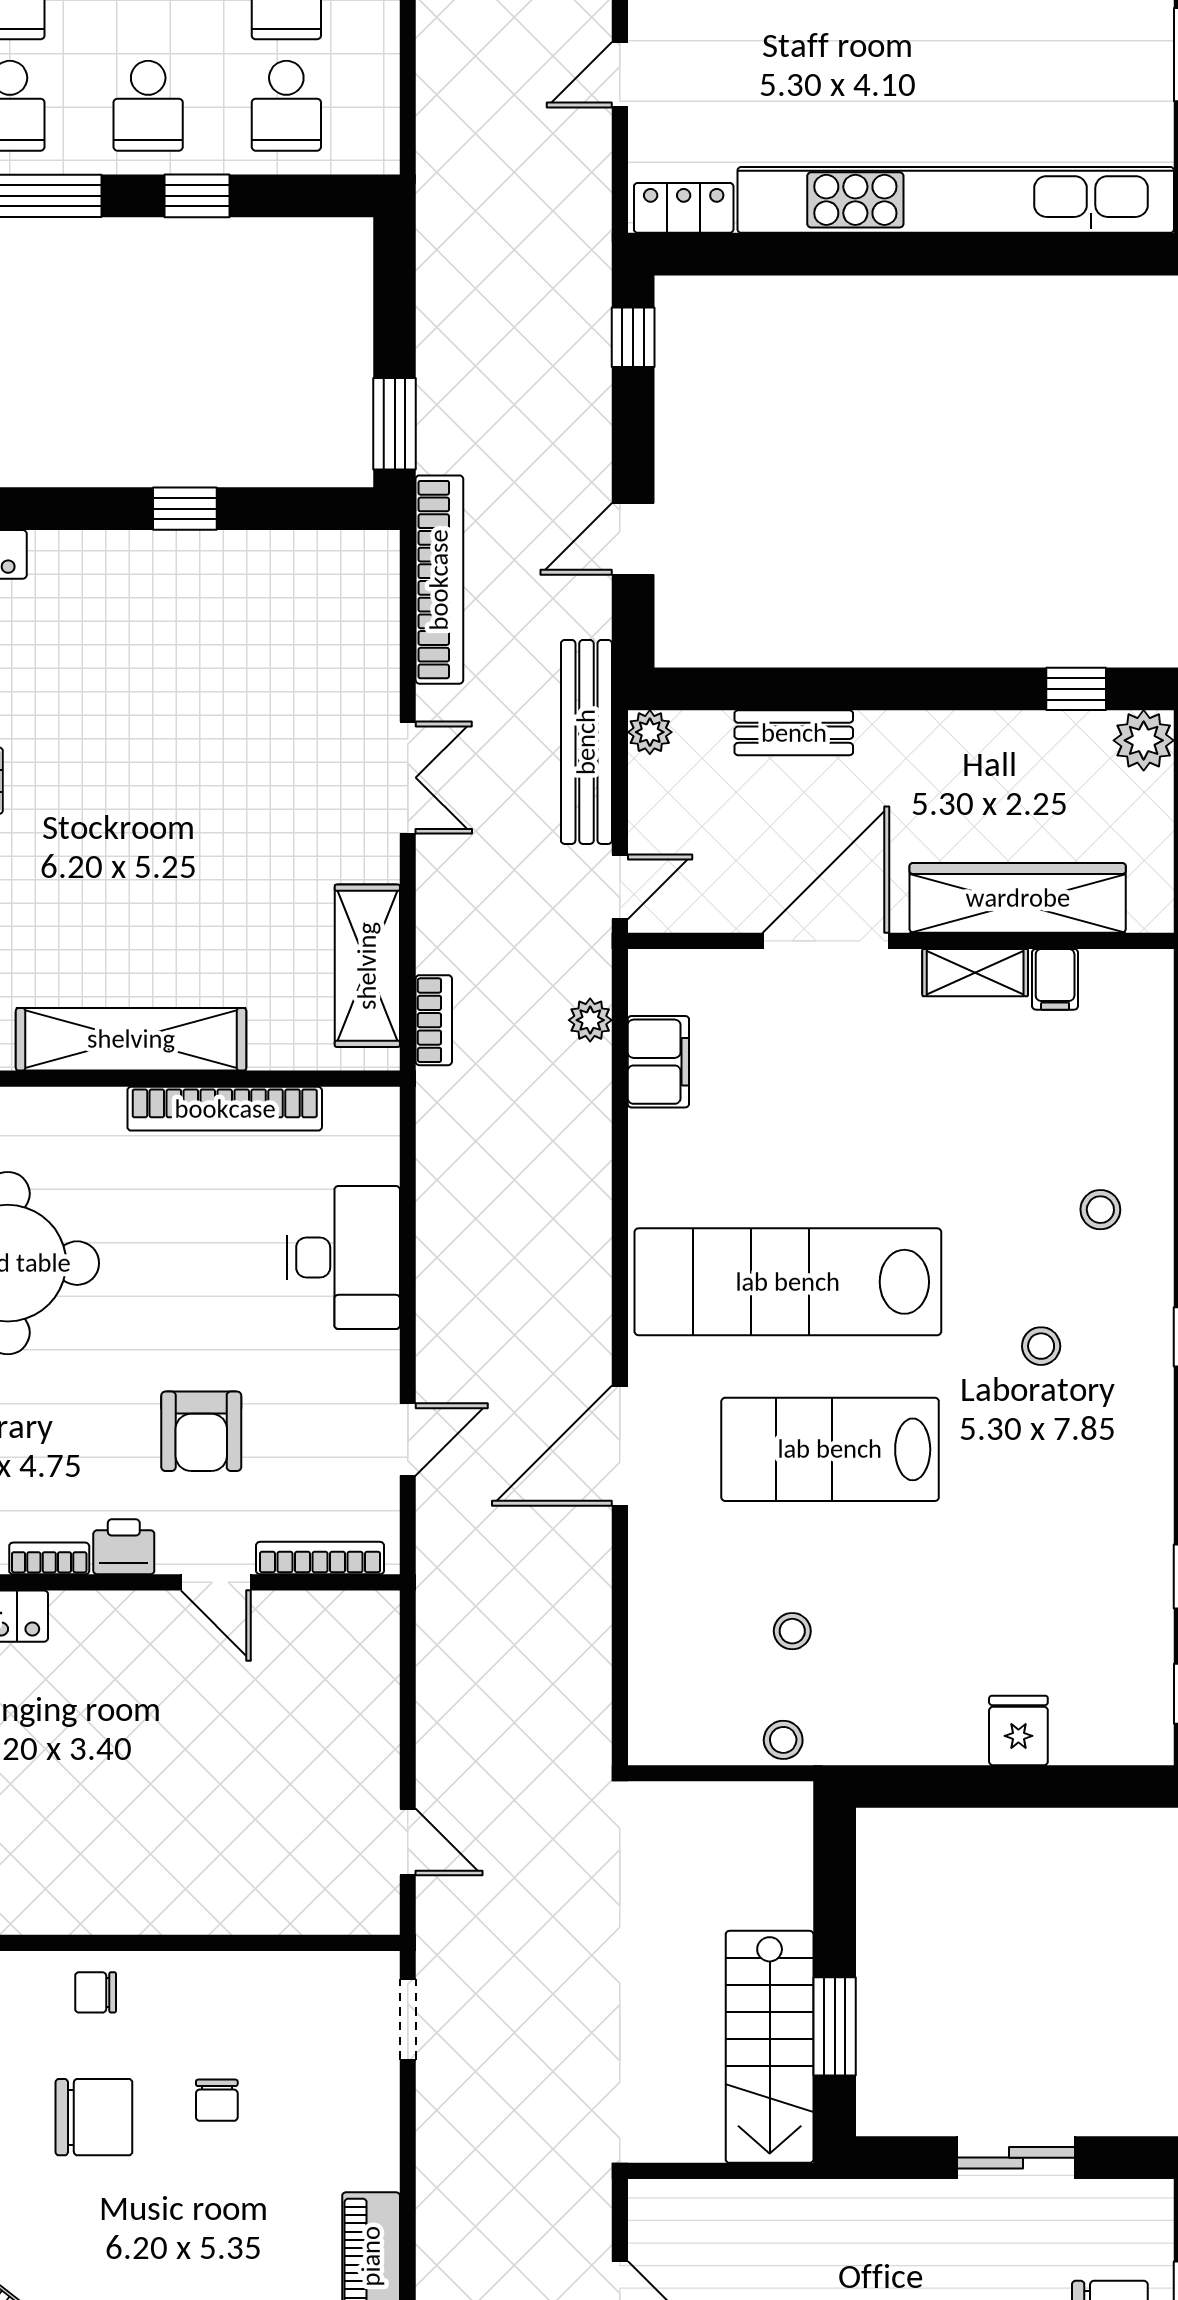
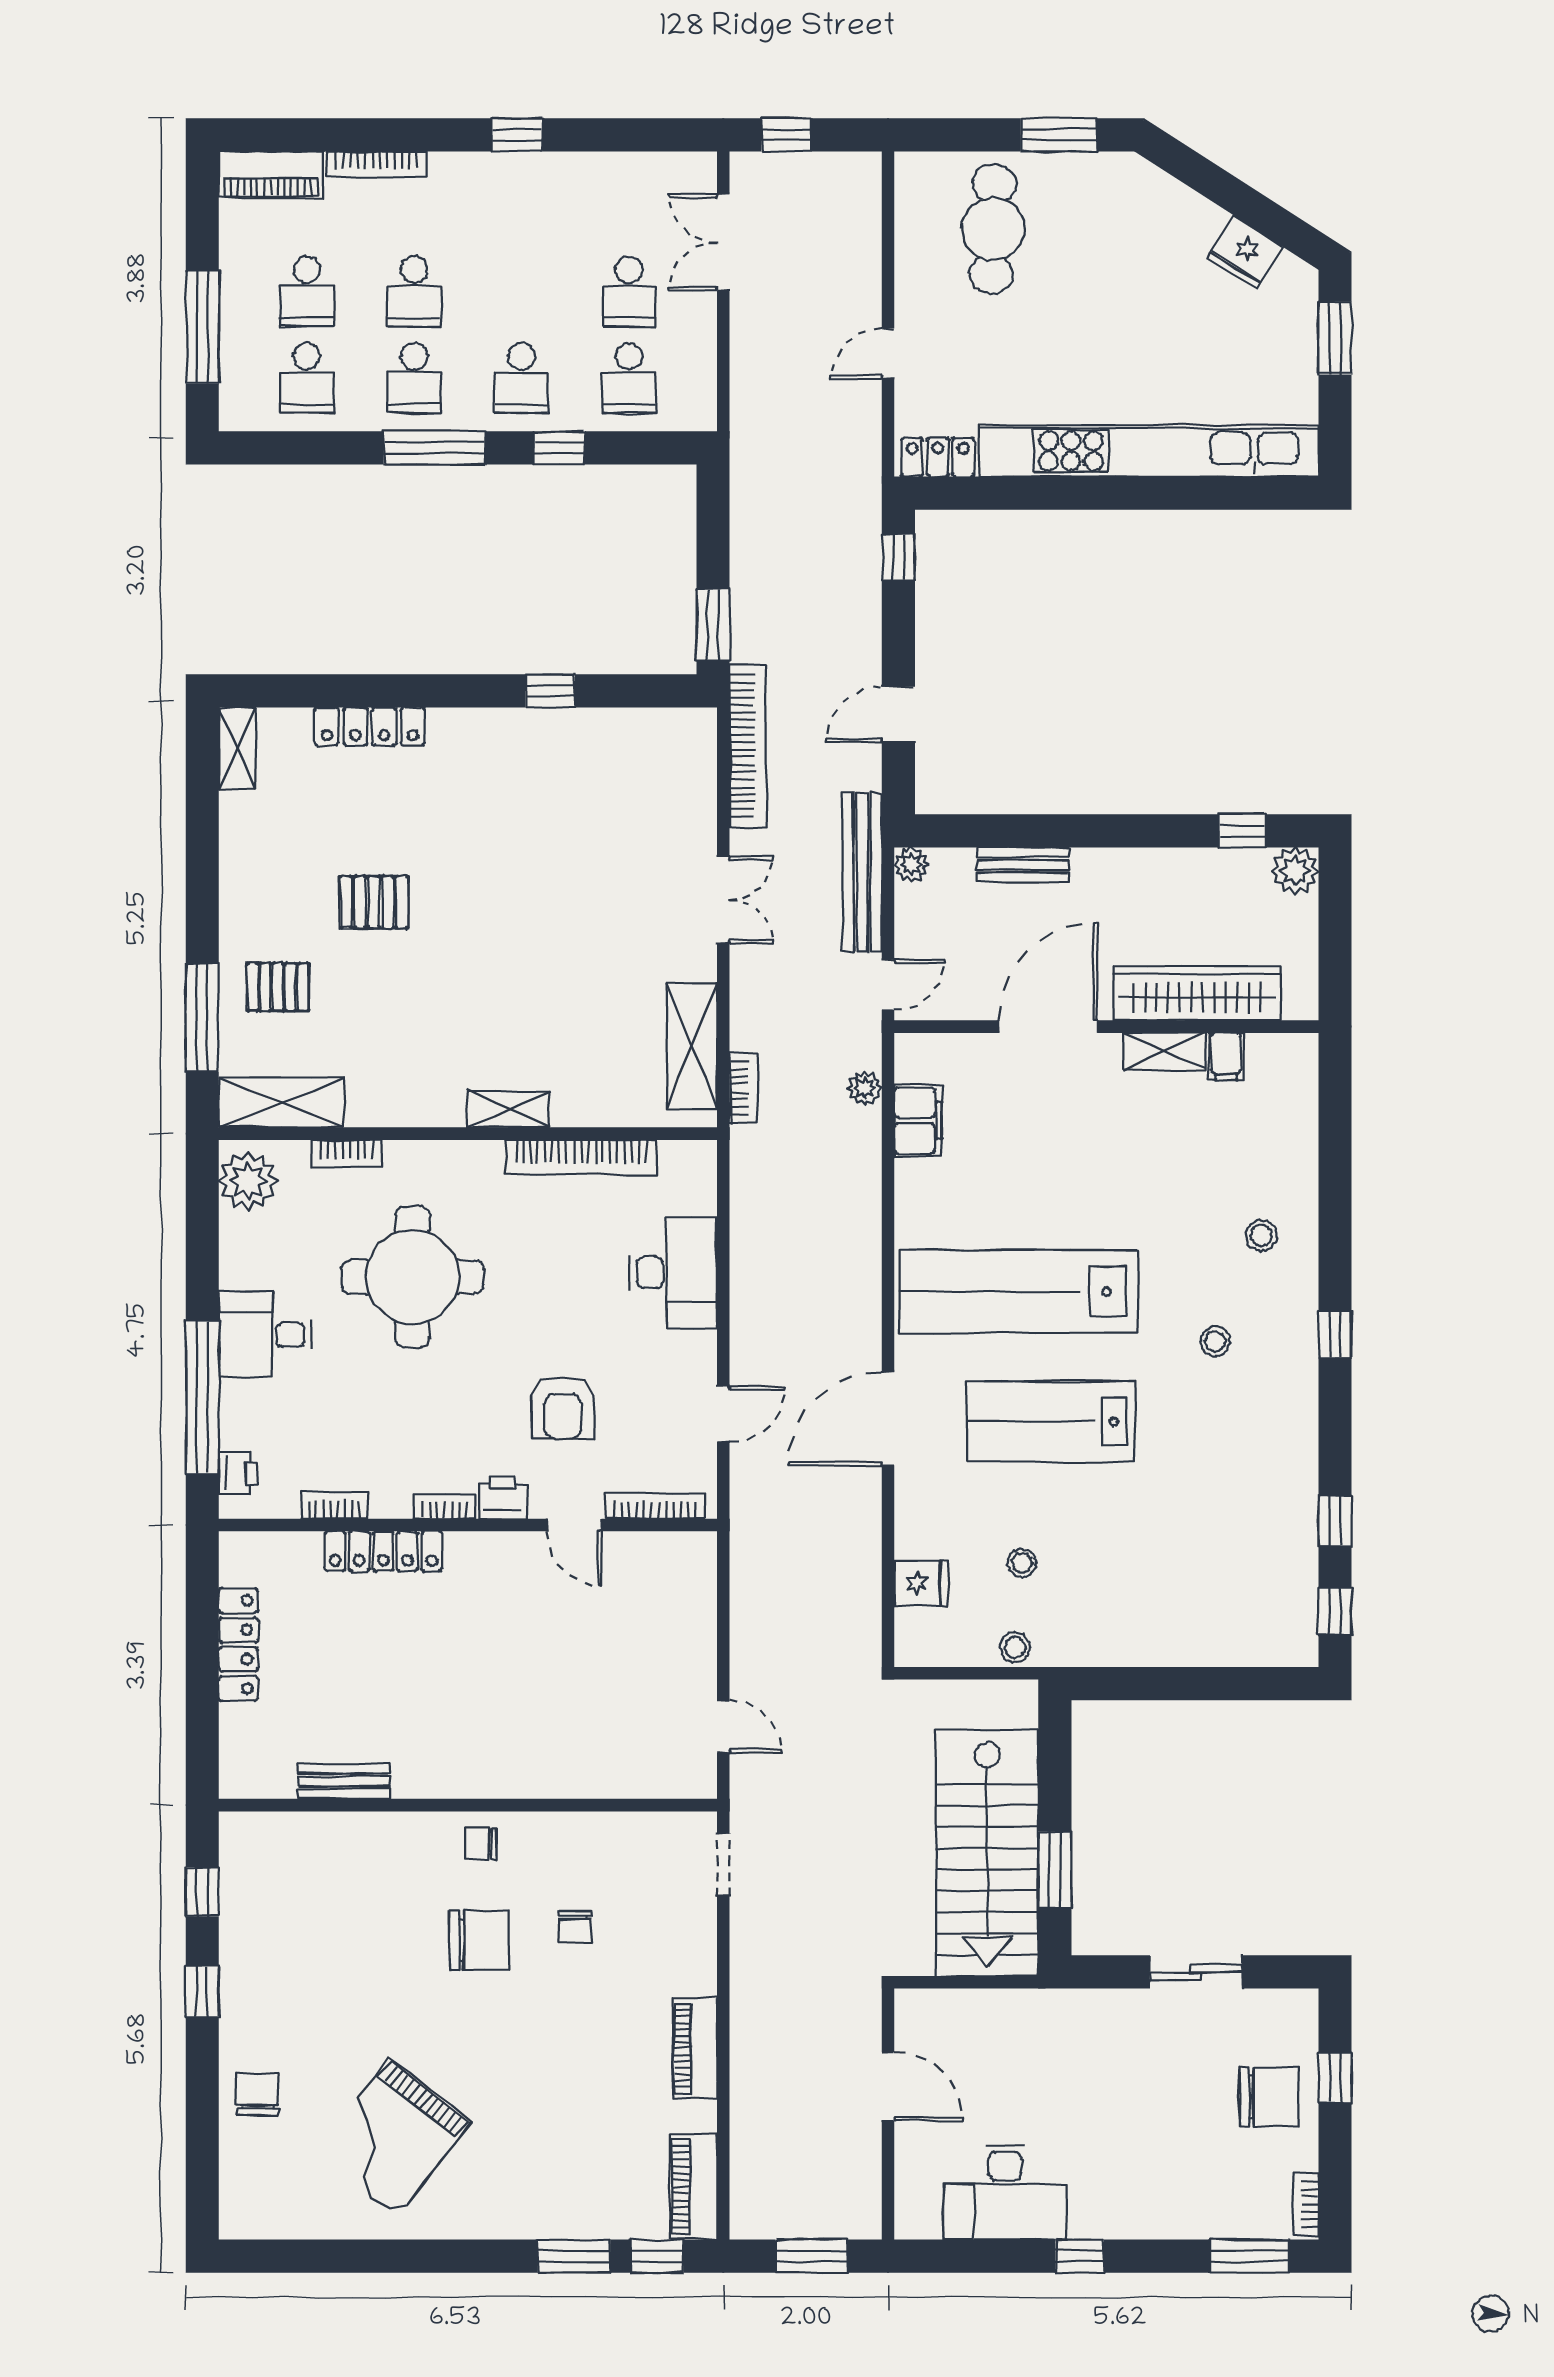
shelving: (131, 1039) -> (508, 1109), width x0.45, depth x0.75
fridge: (1018, 1730) -> (921, 1583), moved, turned 90
stairs: (770, 2047) -> (987, 1853), width x1.36, depth x1.51

